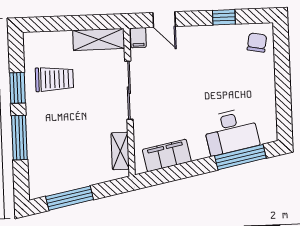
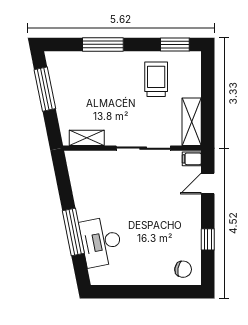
trolley: (54, 79) -> (156, 79), turned 180
window: (17, 88) -> (175, 44), moved
filing cabinet: (167, 155) -> (81, 181), removed
window: (240, 157) -> (73, 232), moved

